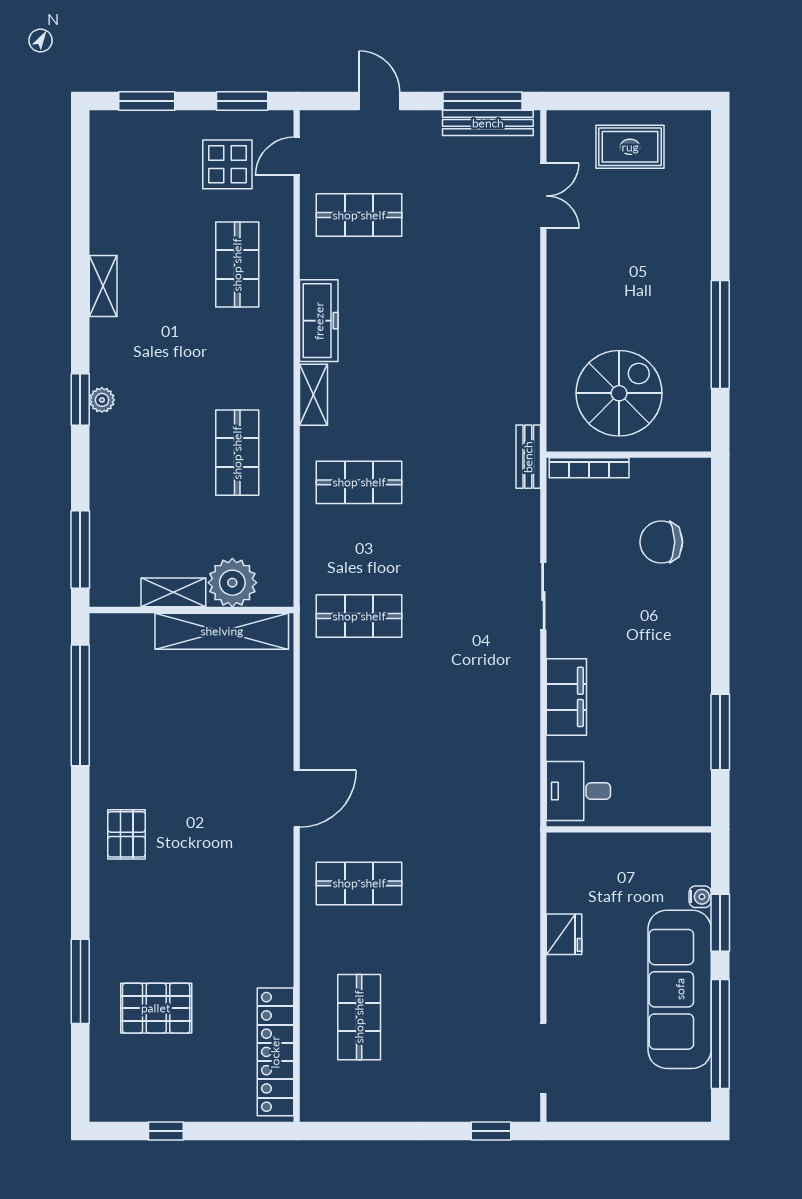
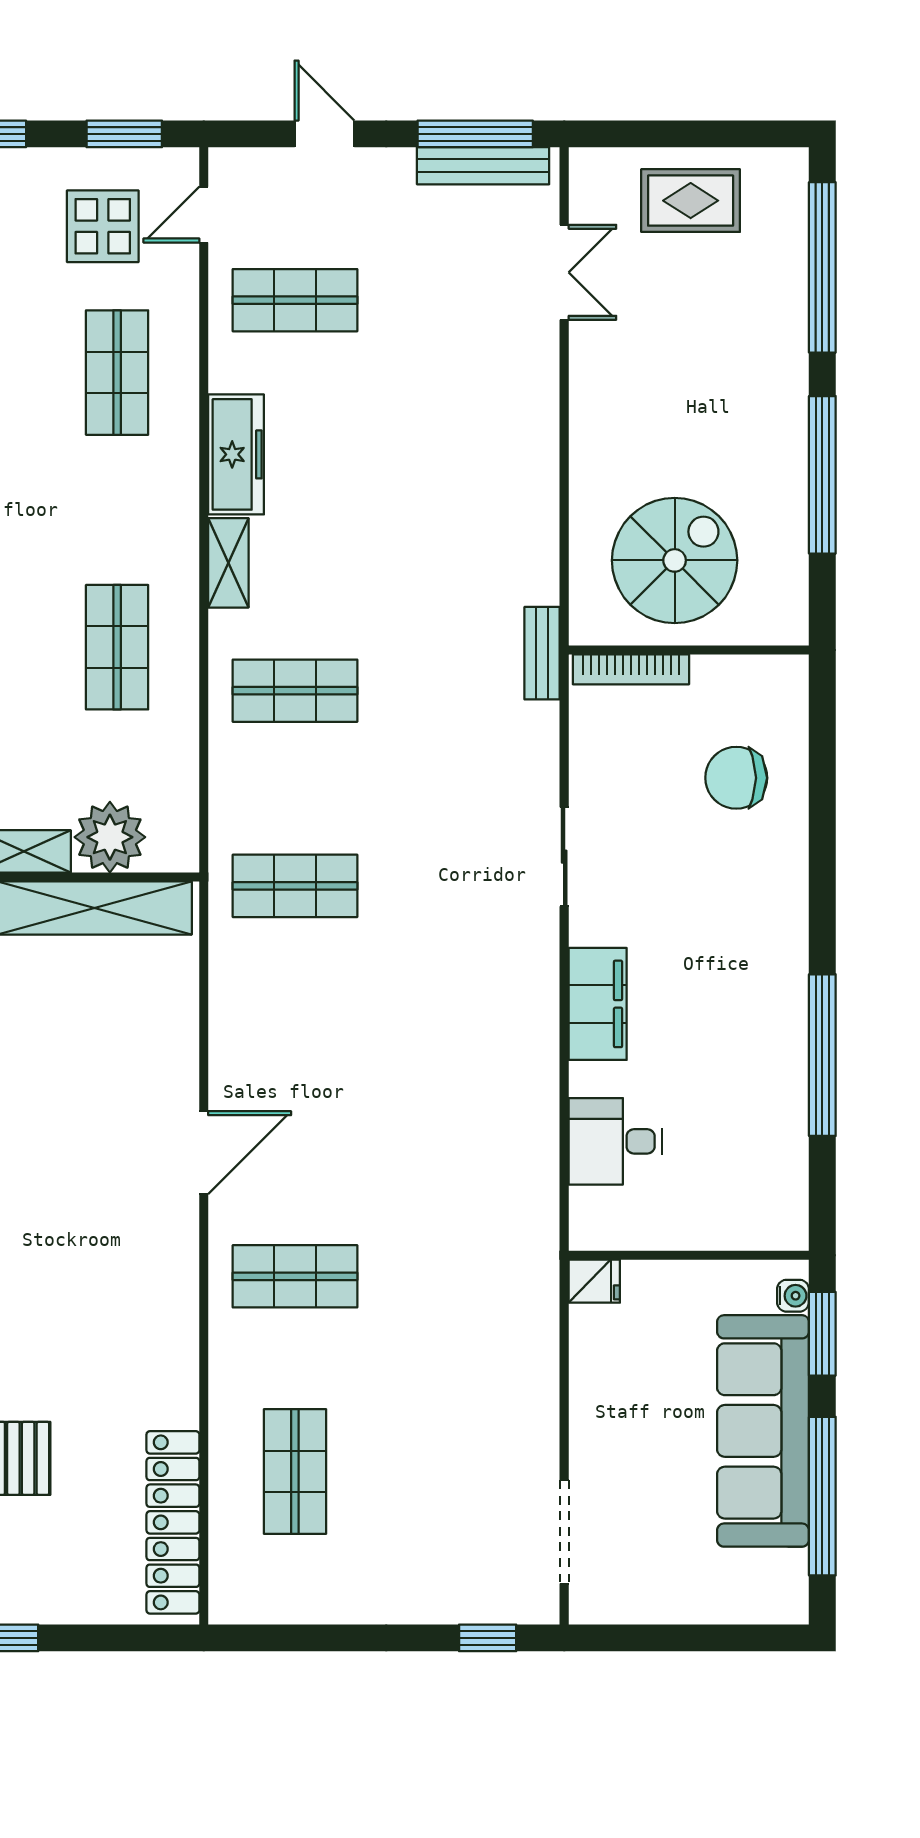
window: (720, 193) -> (822, 267), added
window: (720, 732) -> (822, 1055), width x1.46
wall: (629, 829) -> (689, 1255), moved
fridge: (564, 934) -> (594, 1281), moved, width x0.72

